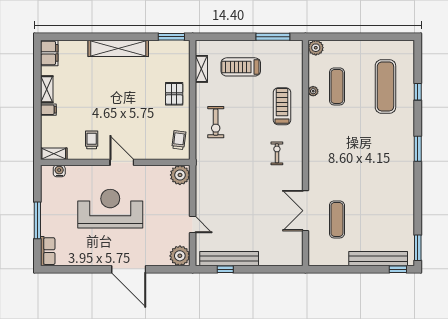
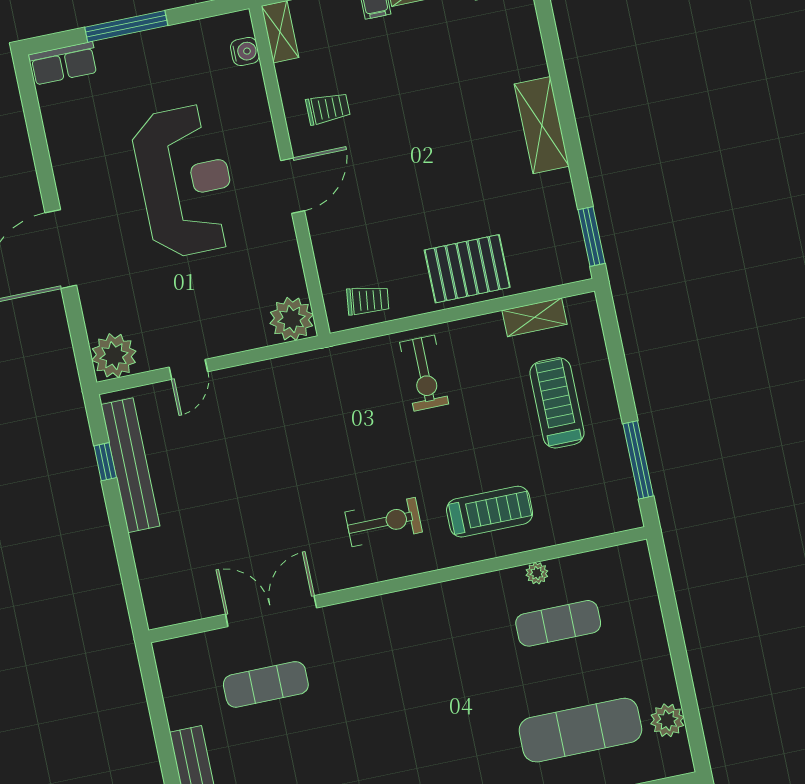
shelving: (118, 48) -> (542, 125), width x0.68
plant: (316, 48) -> (667, 720), moved
pallet: (174, 94) -> (467, 269), width x1.50, depth x1.42
exercise bike: (216, 122) -> (424, 373), turned -90
exercise bike: (277, 153) -> (384, 522), width x1.38, depth x1.39

